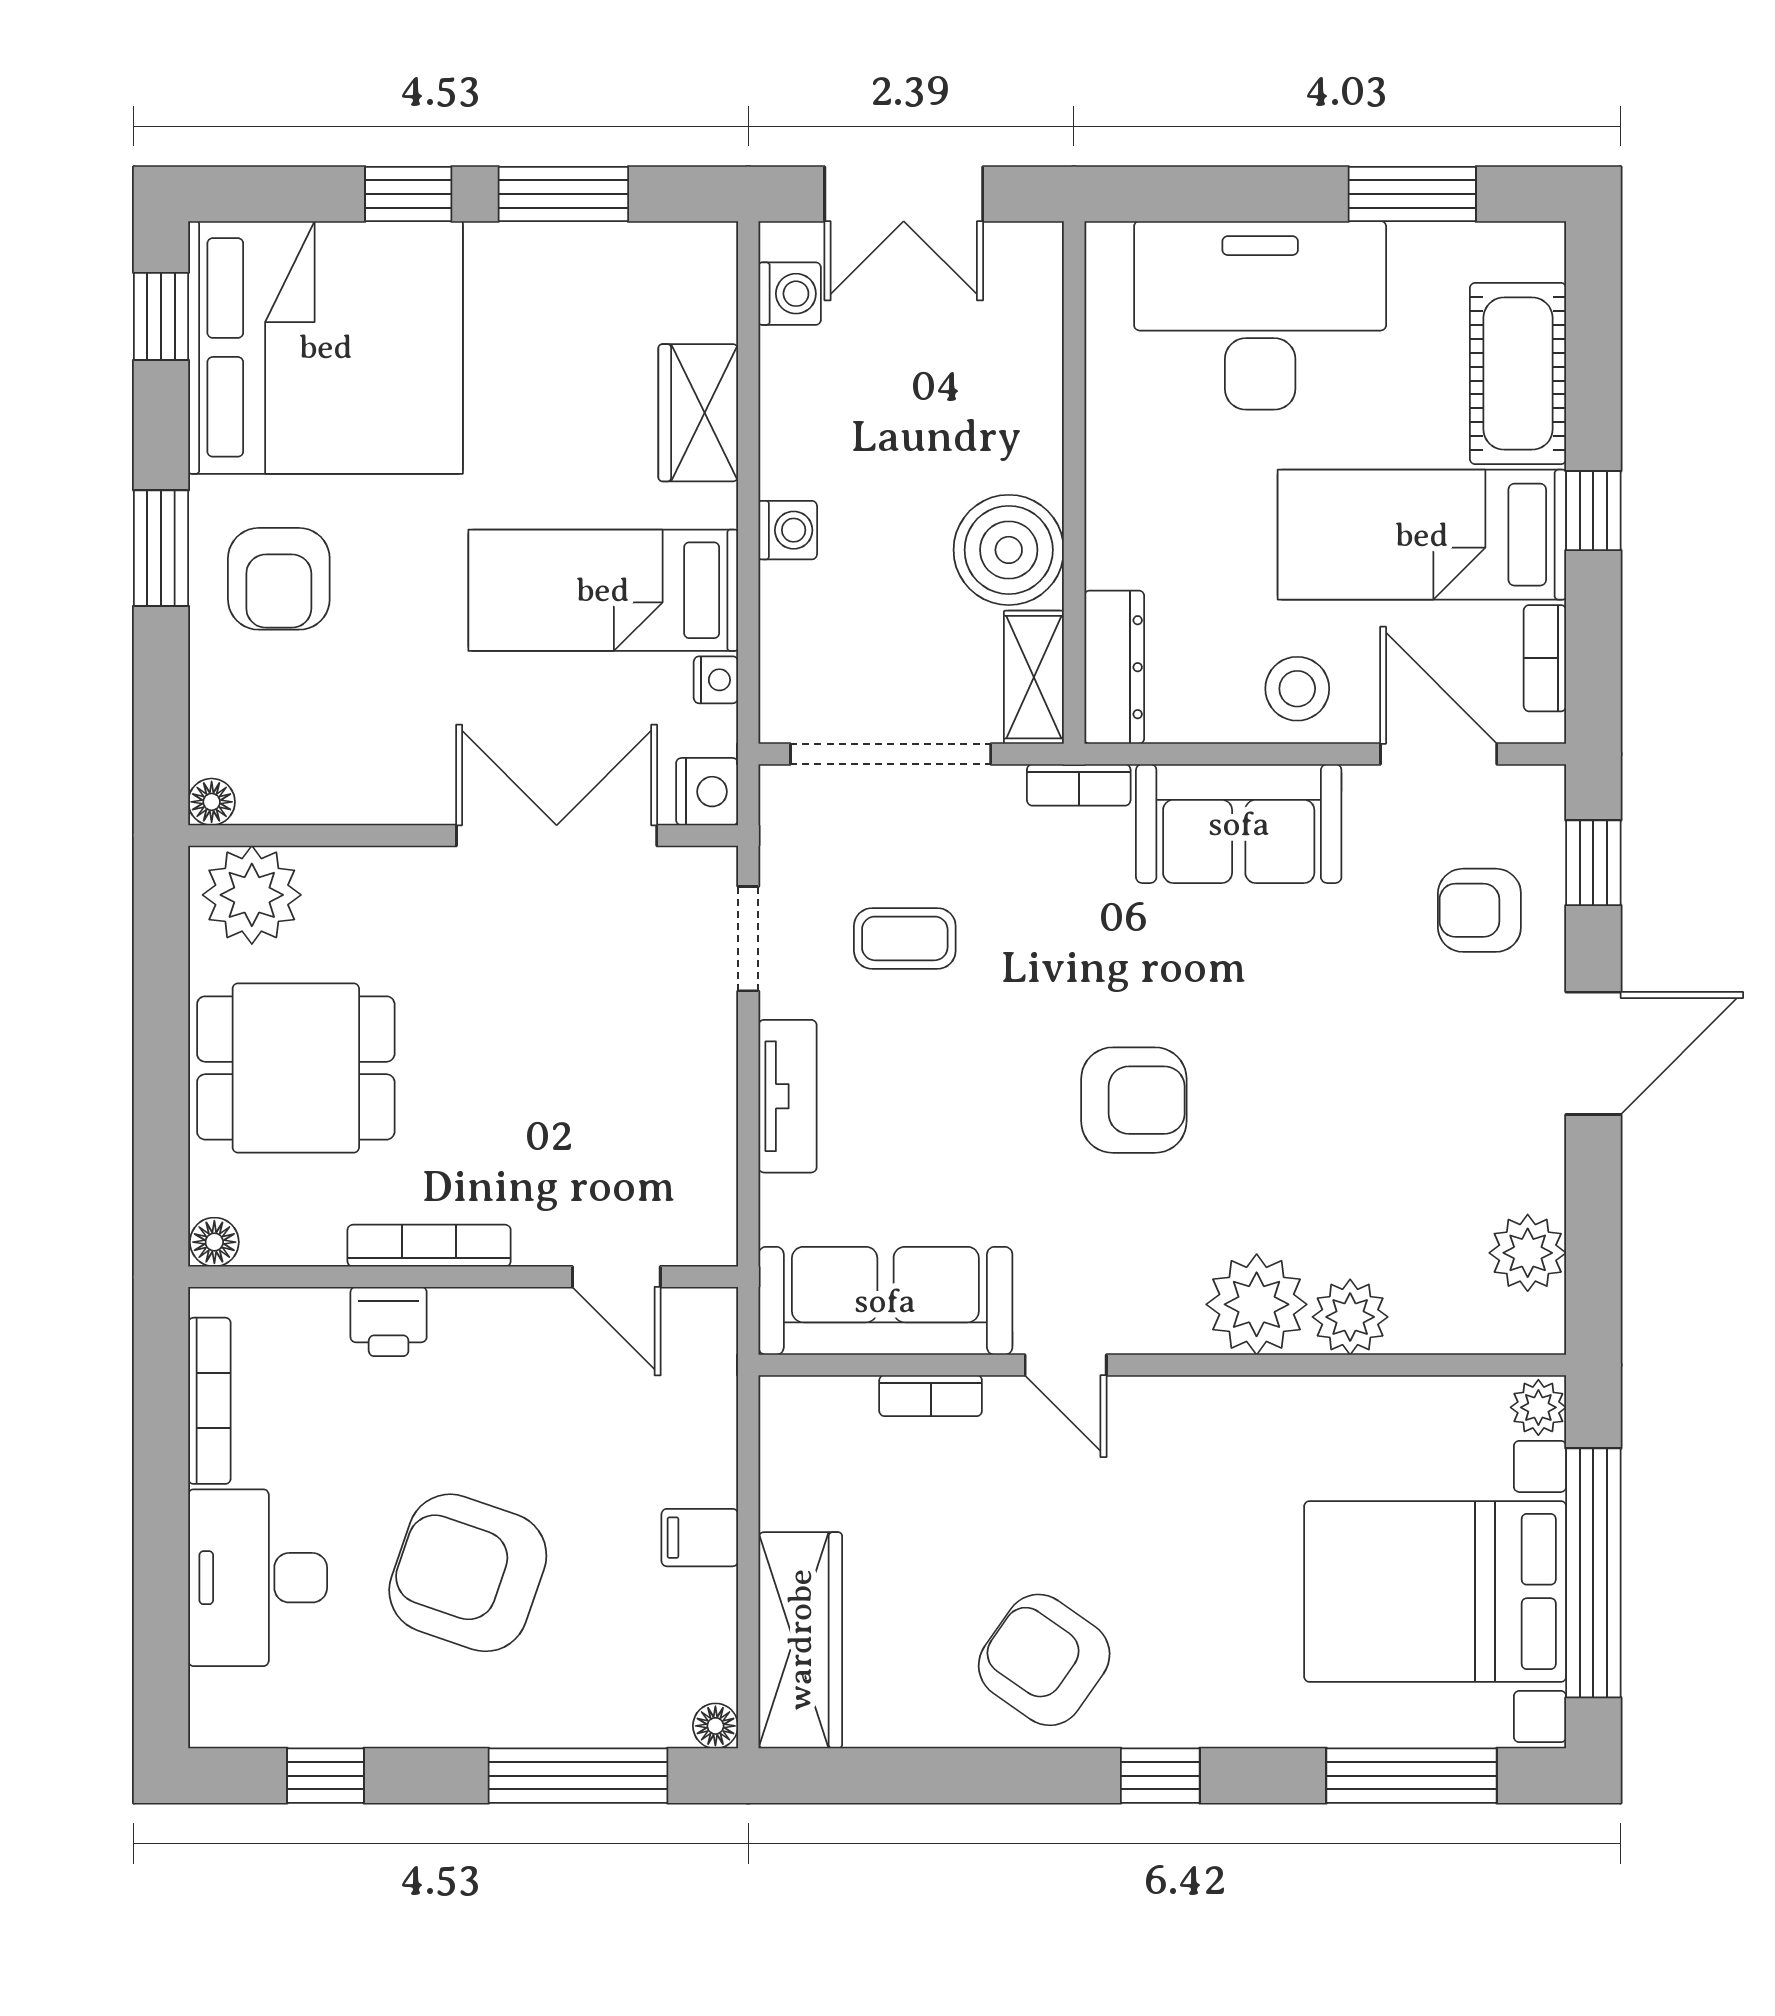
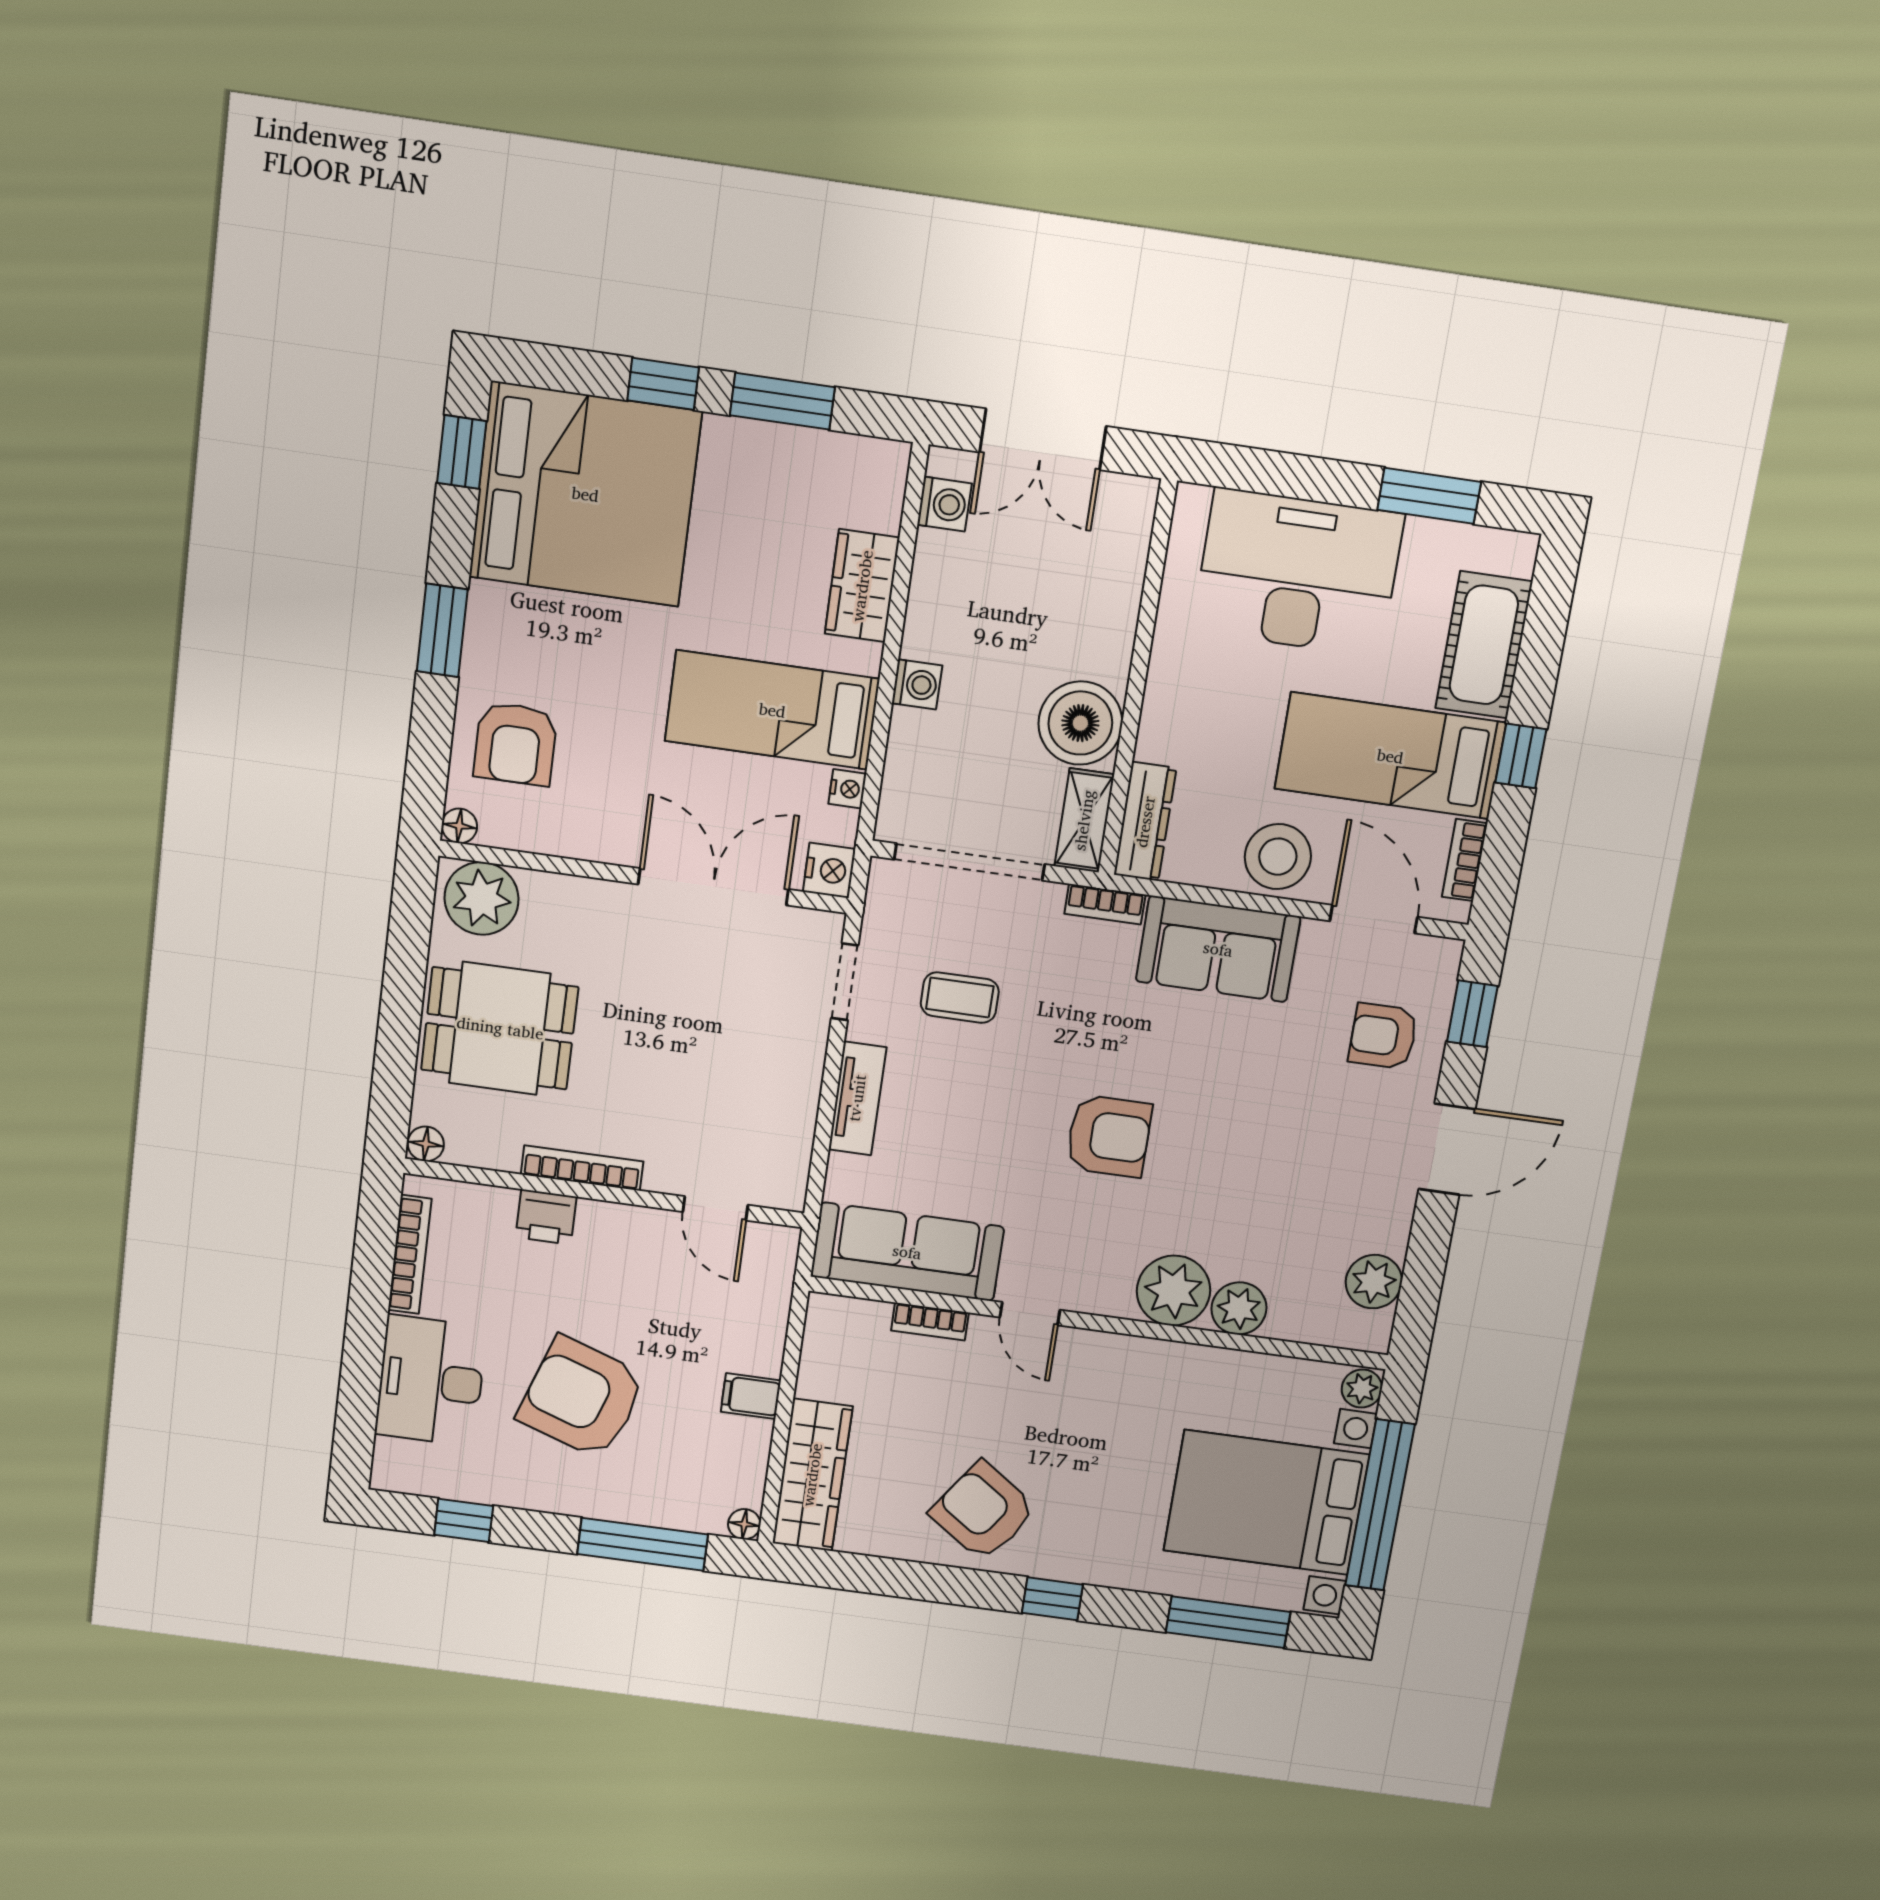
armchair: (279, 579) -> (515, 744), moved
stool: (1297, 689) -> (1278, 857), width x1.38, depth x1.38

